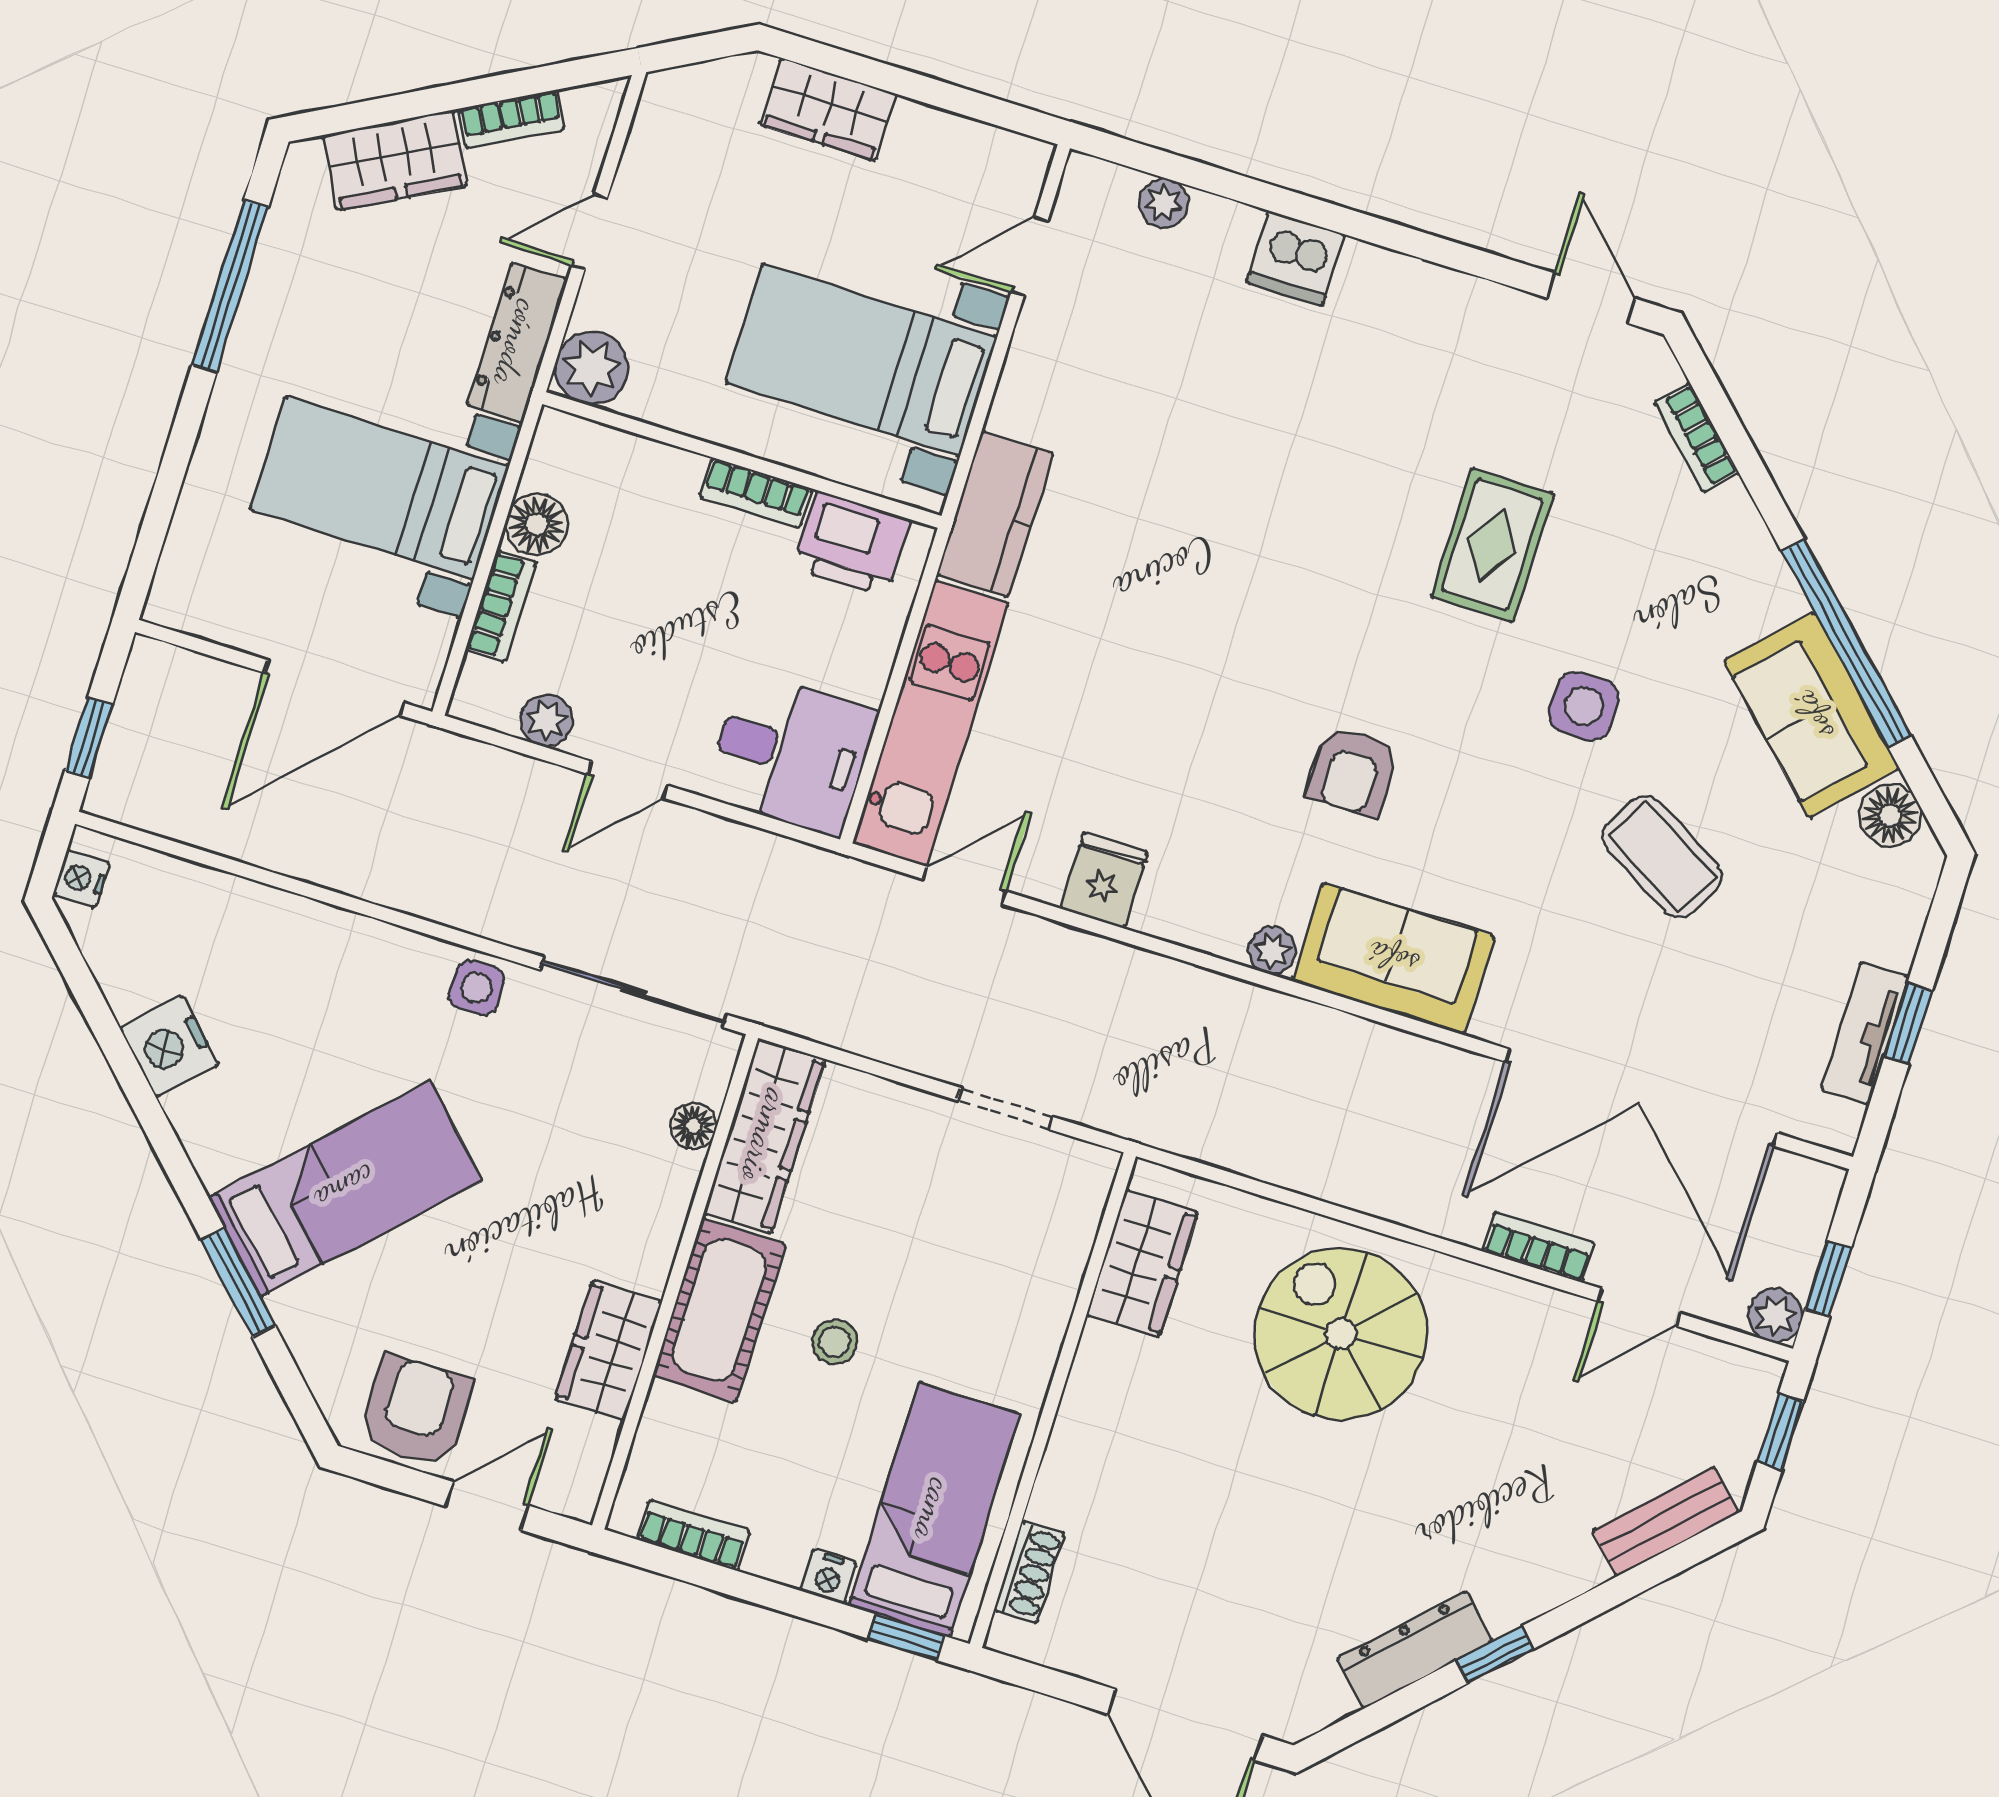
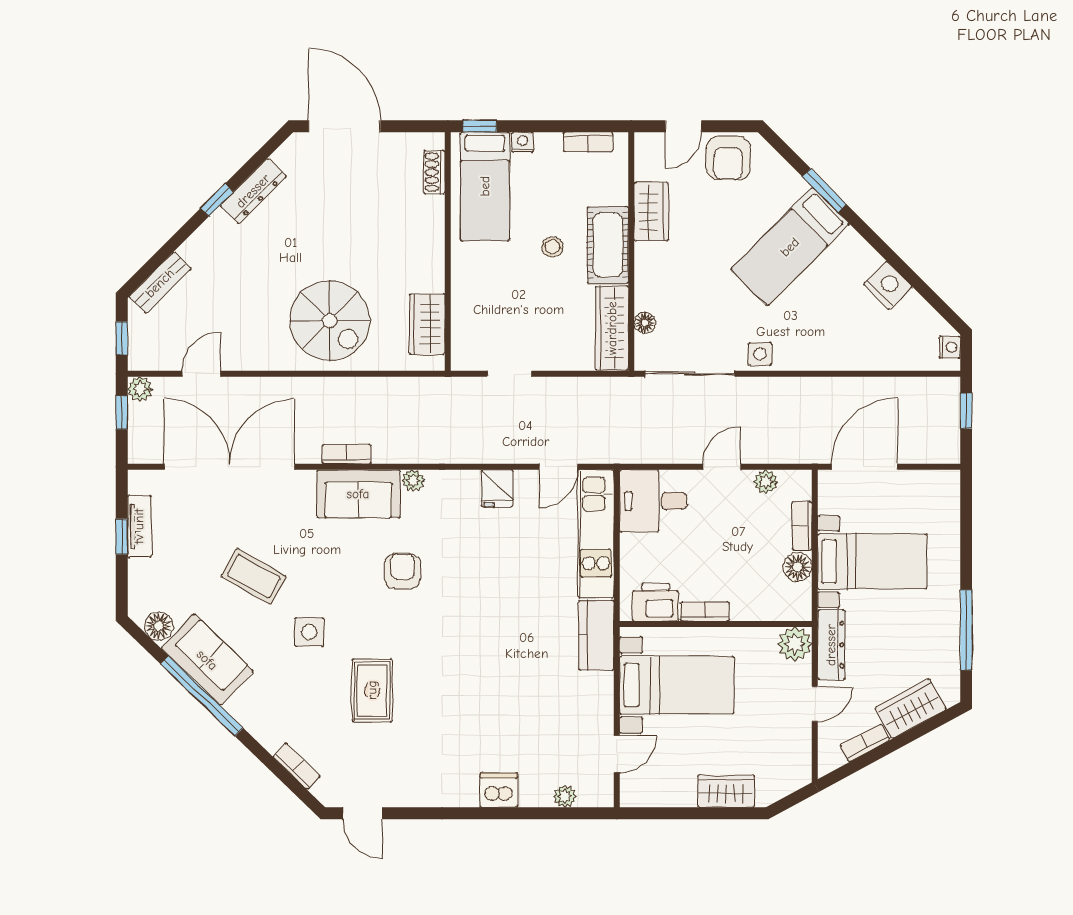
bookcase: (1539, 1247) -> (347, 454), moved, turned 180

